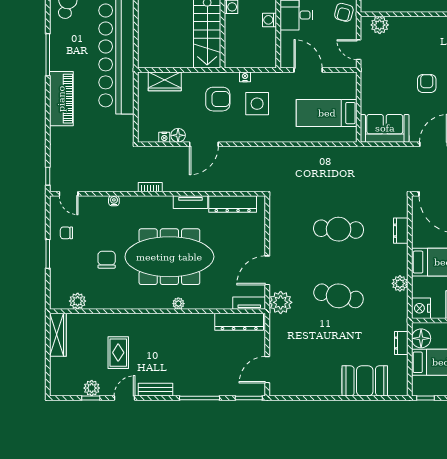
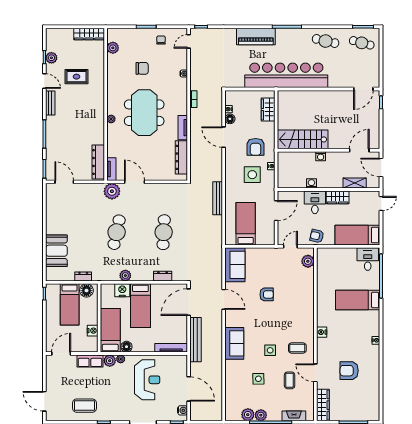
bench: (290, 153) -> (218, 198), added
meeting table: (169, 257) -> (144, 113), width x0.73
nightstand: (421, 308) -> (122, 290), moved

